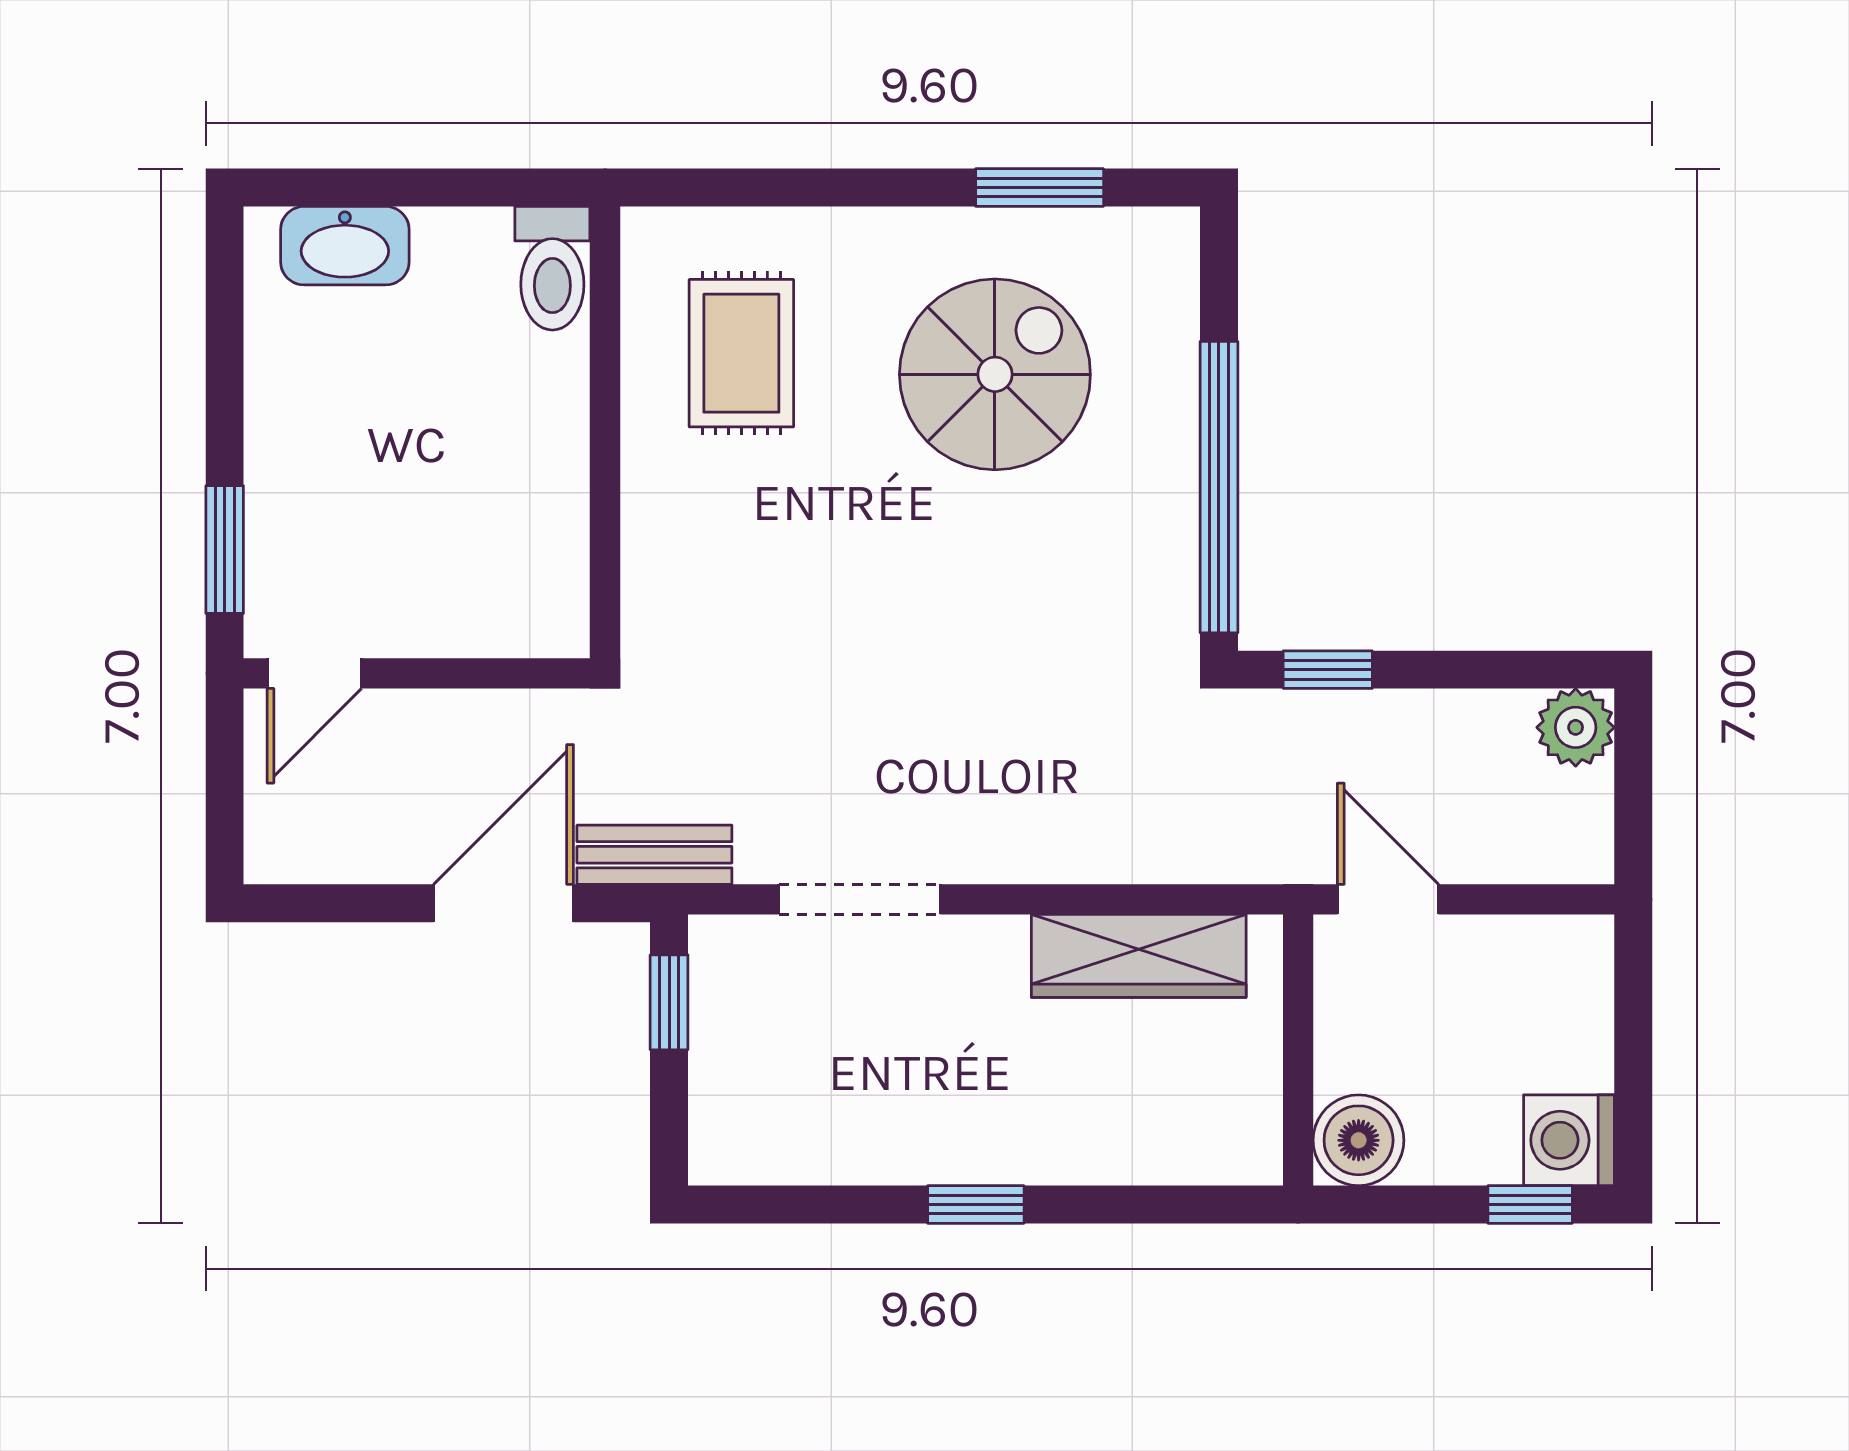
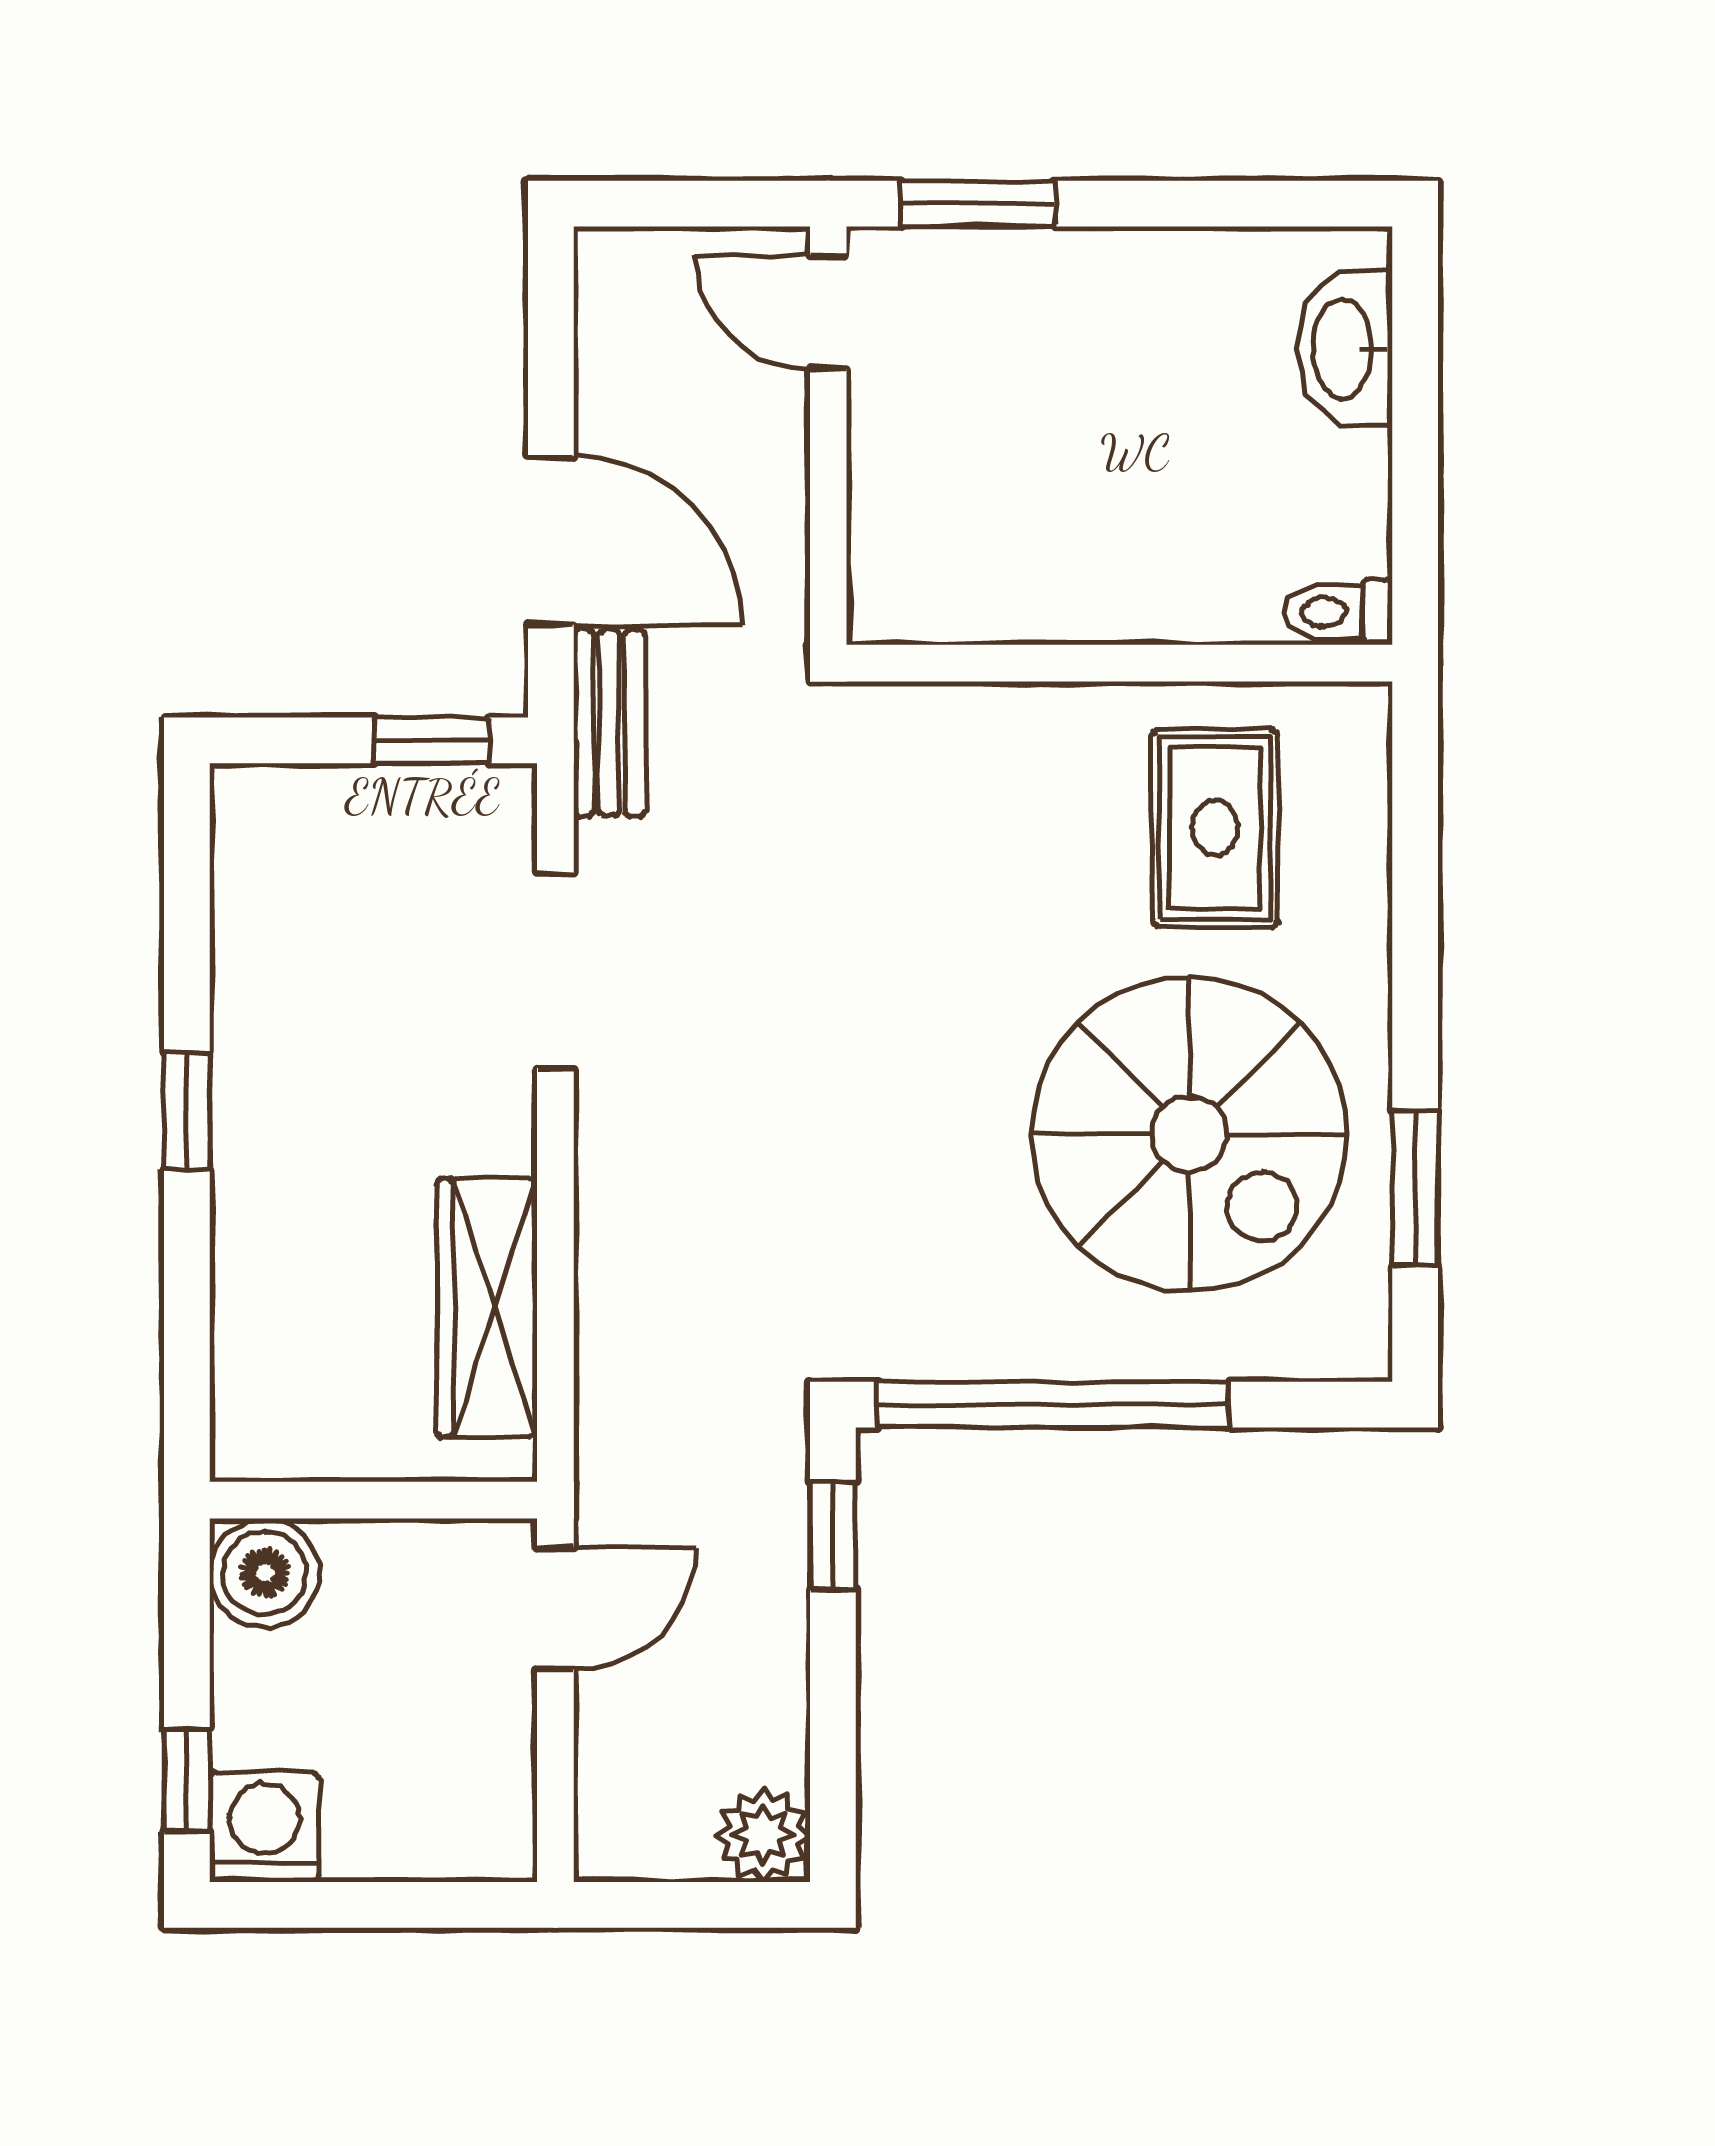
toilet: (552, 268) -> (1338, 612), width x0.73, depth x0.72
rug: (741, 353) -> (1215, 828), turned 90
spiral stairs: (995, 374) -> (1189, 1134), width x1.37, depth x1.37

